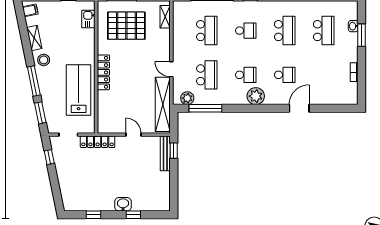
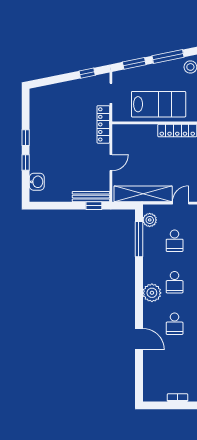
school desk: (207, 75) -> (175, 241), width x0.54
washbasin: (123, 204) -> (37, 182), moved
window: (94, 215) -> (26, 138), moved

